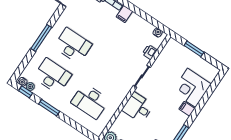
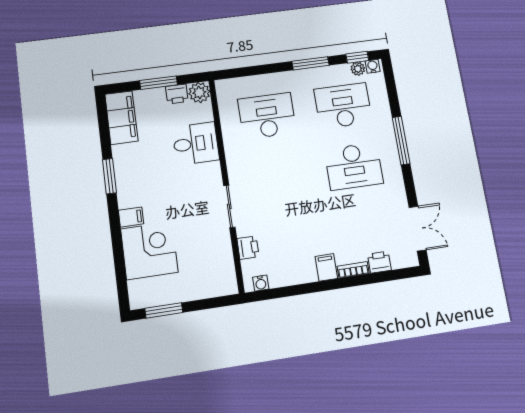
window: (194, 49) -> (164, 310), moved
desk: (52, 76) -> (343, 106), turned 180
desk: (138, 108) -> (196, 144), moved

